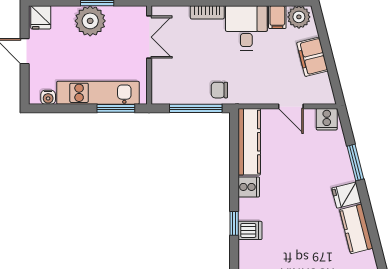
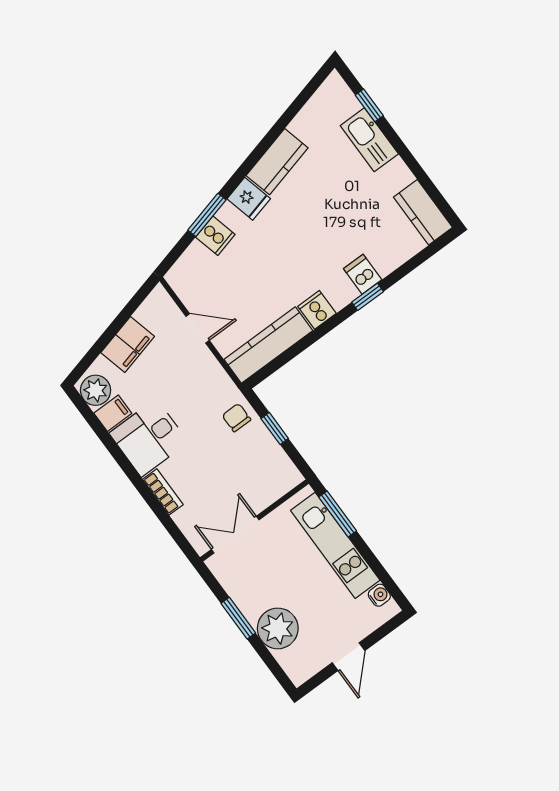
fridge: (41, 17) -> (300, 666), removed
plant: (90, 21) -> (278, 628), moved
chair: (219, 90) -> (236, 418), turned 180
door: (291, 106) -> (198, 328), hinge flipped
window: (196, 108) -> (275, 428), width x0.46
cooker: (327, 119) -> (215, 236), moved, turned 76

